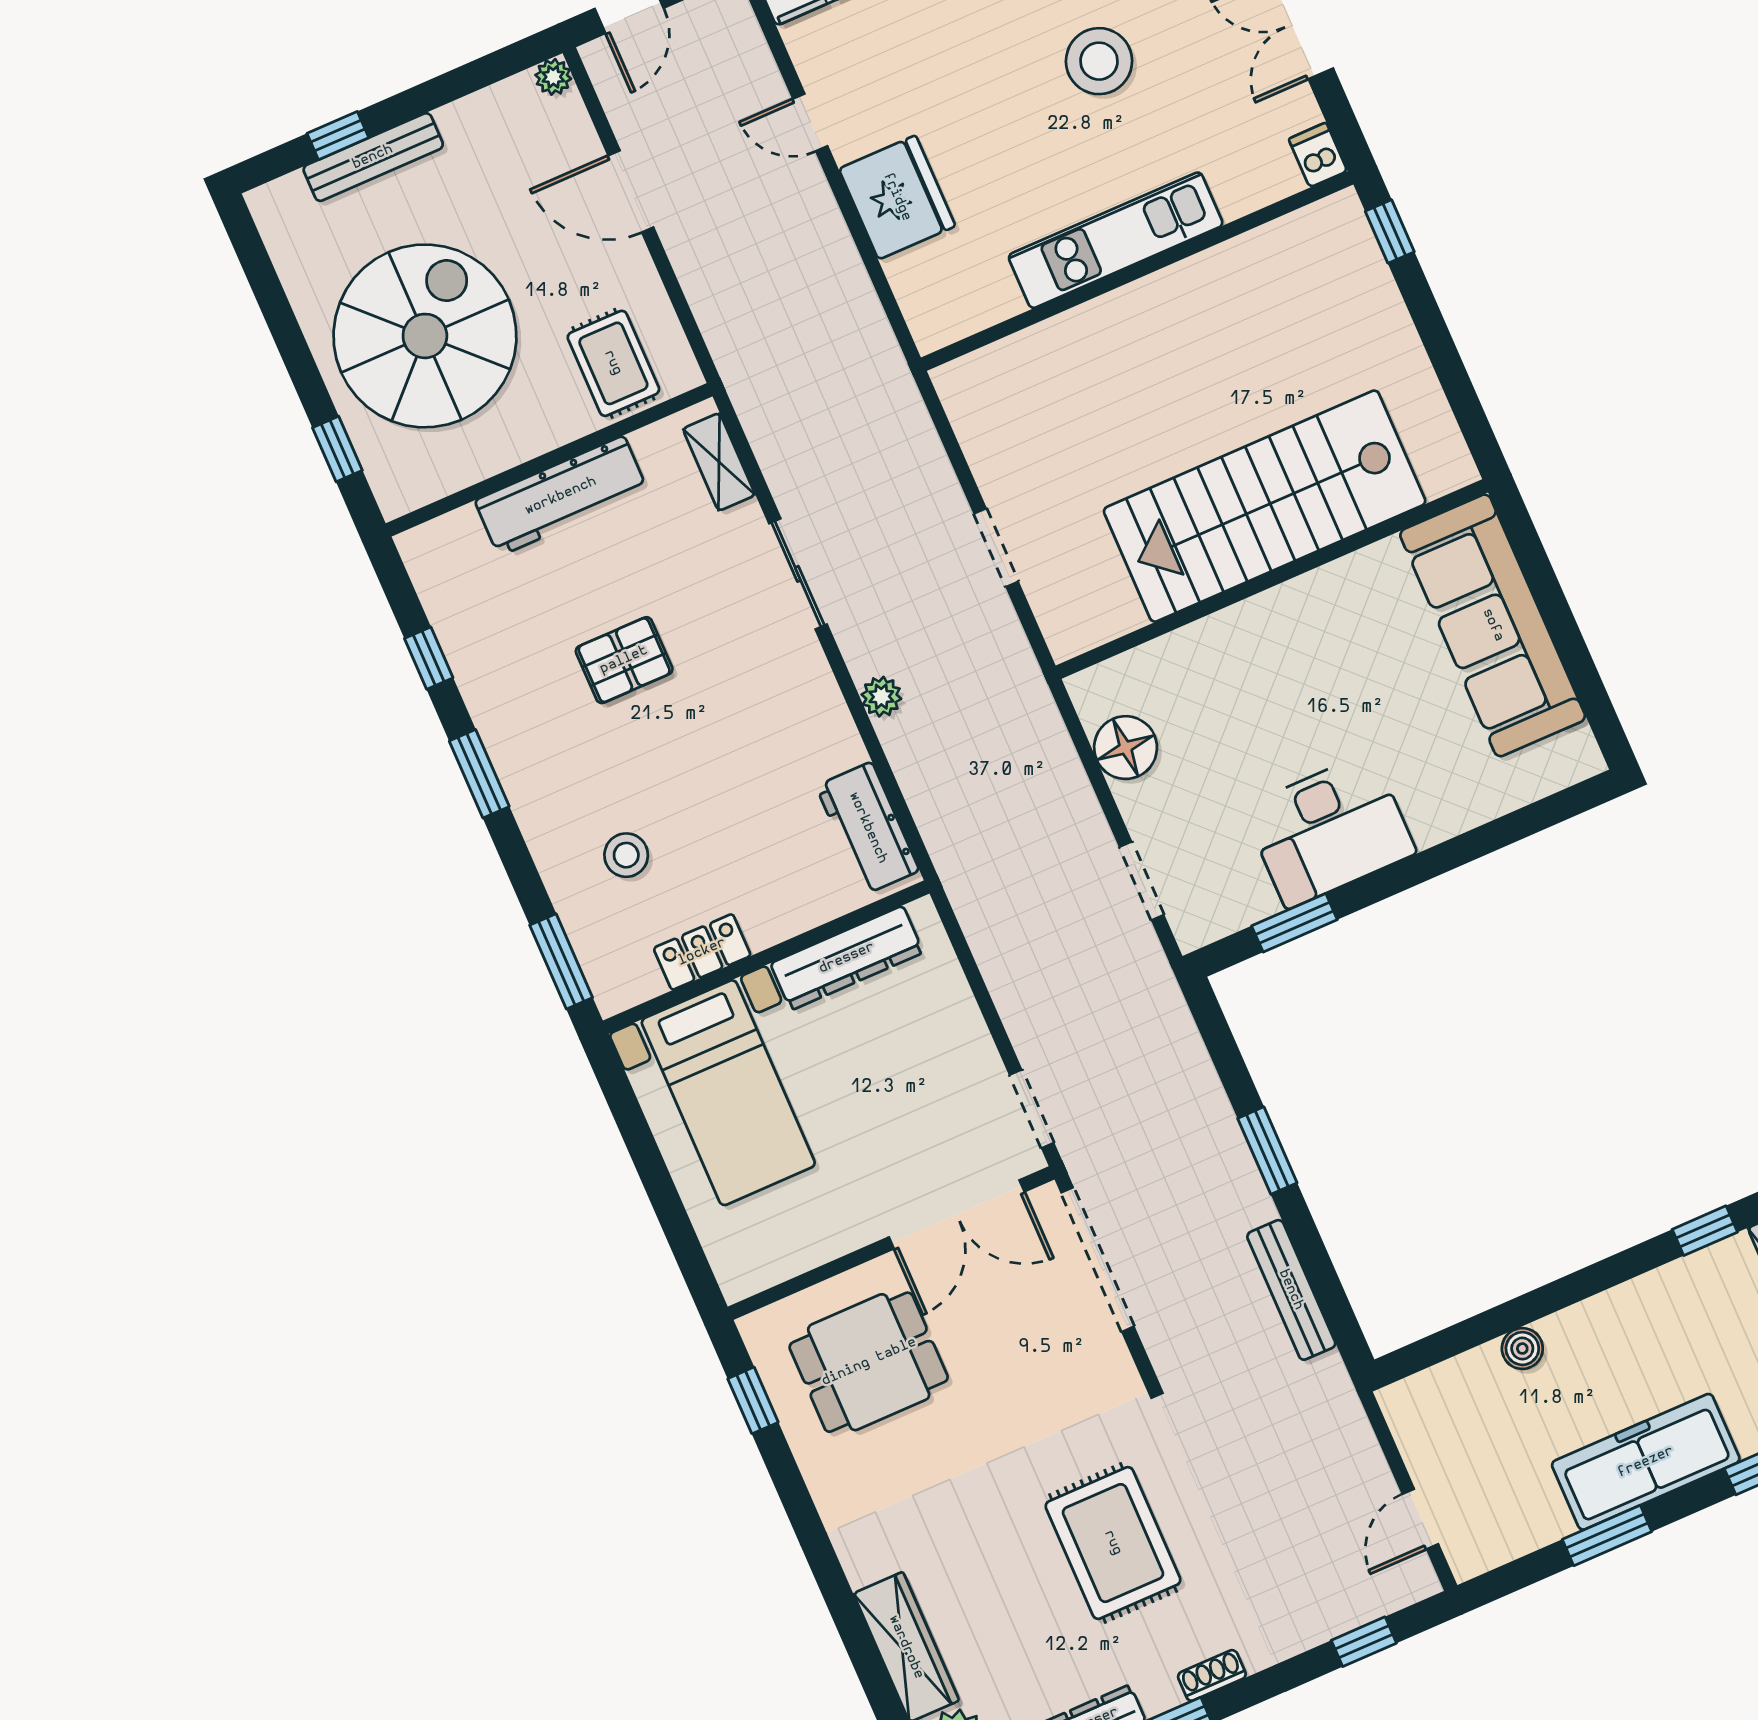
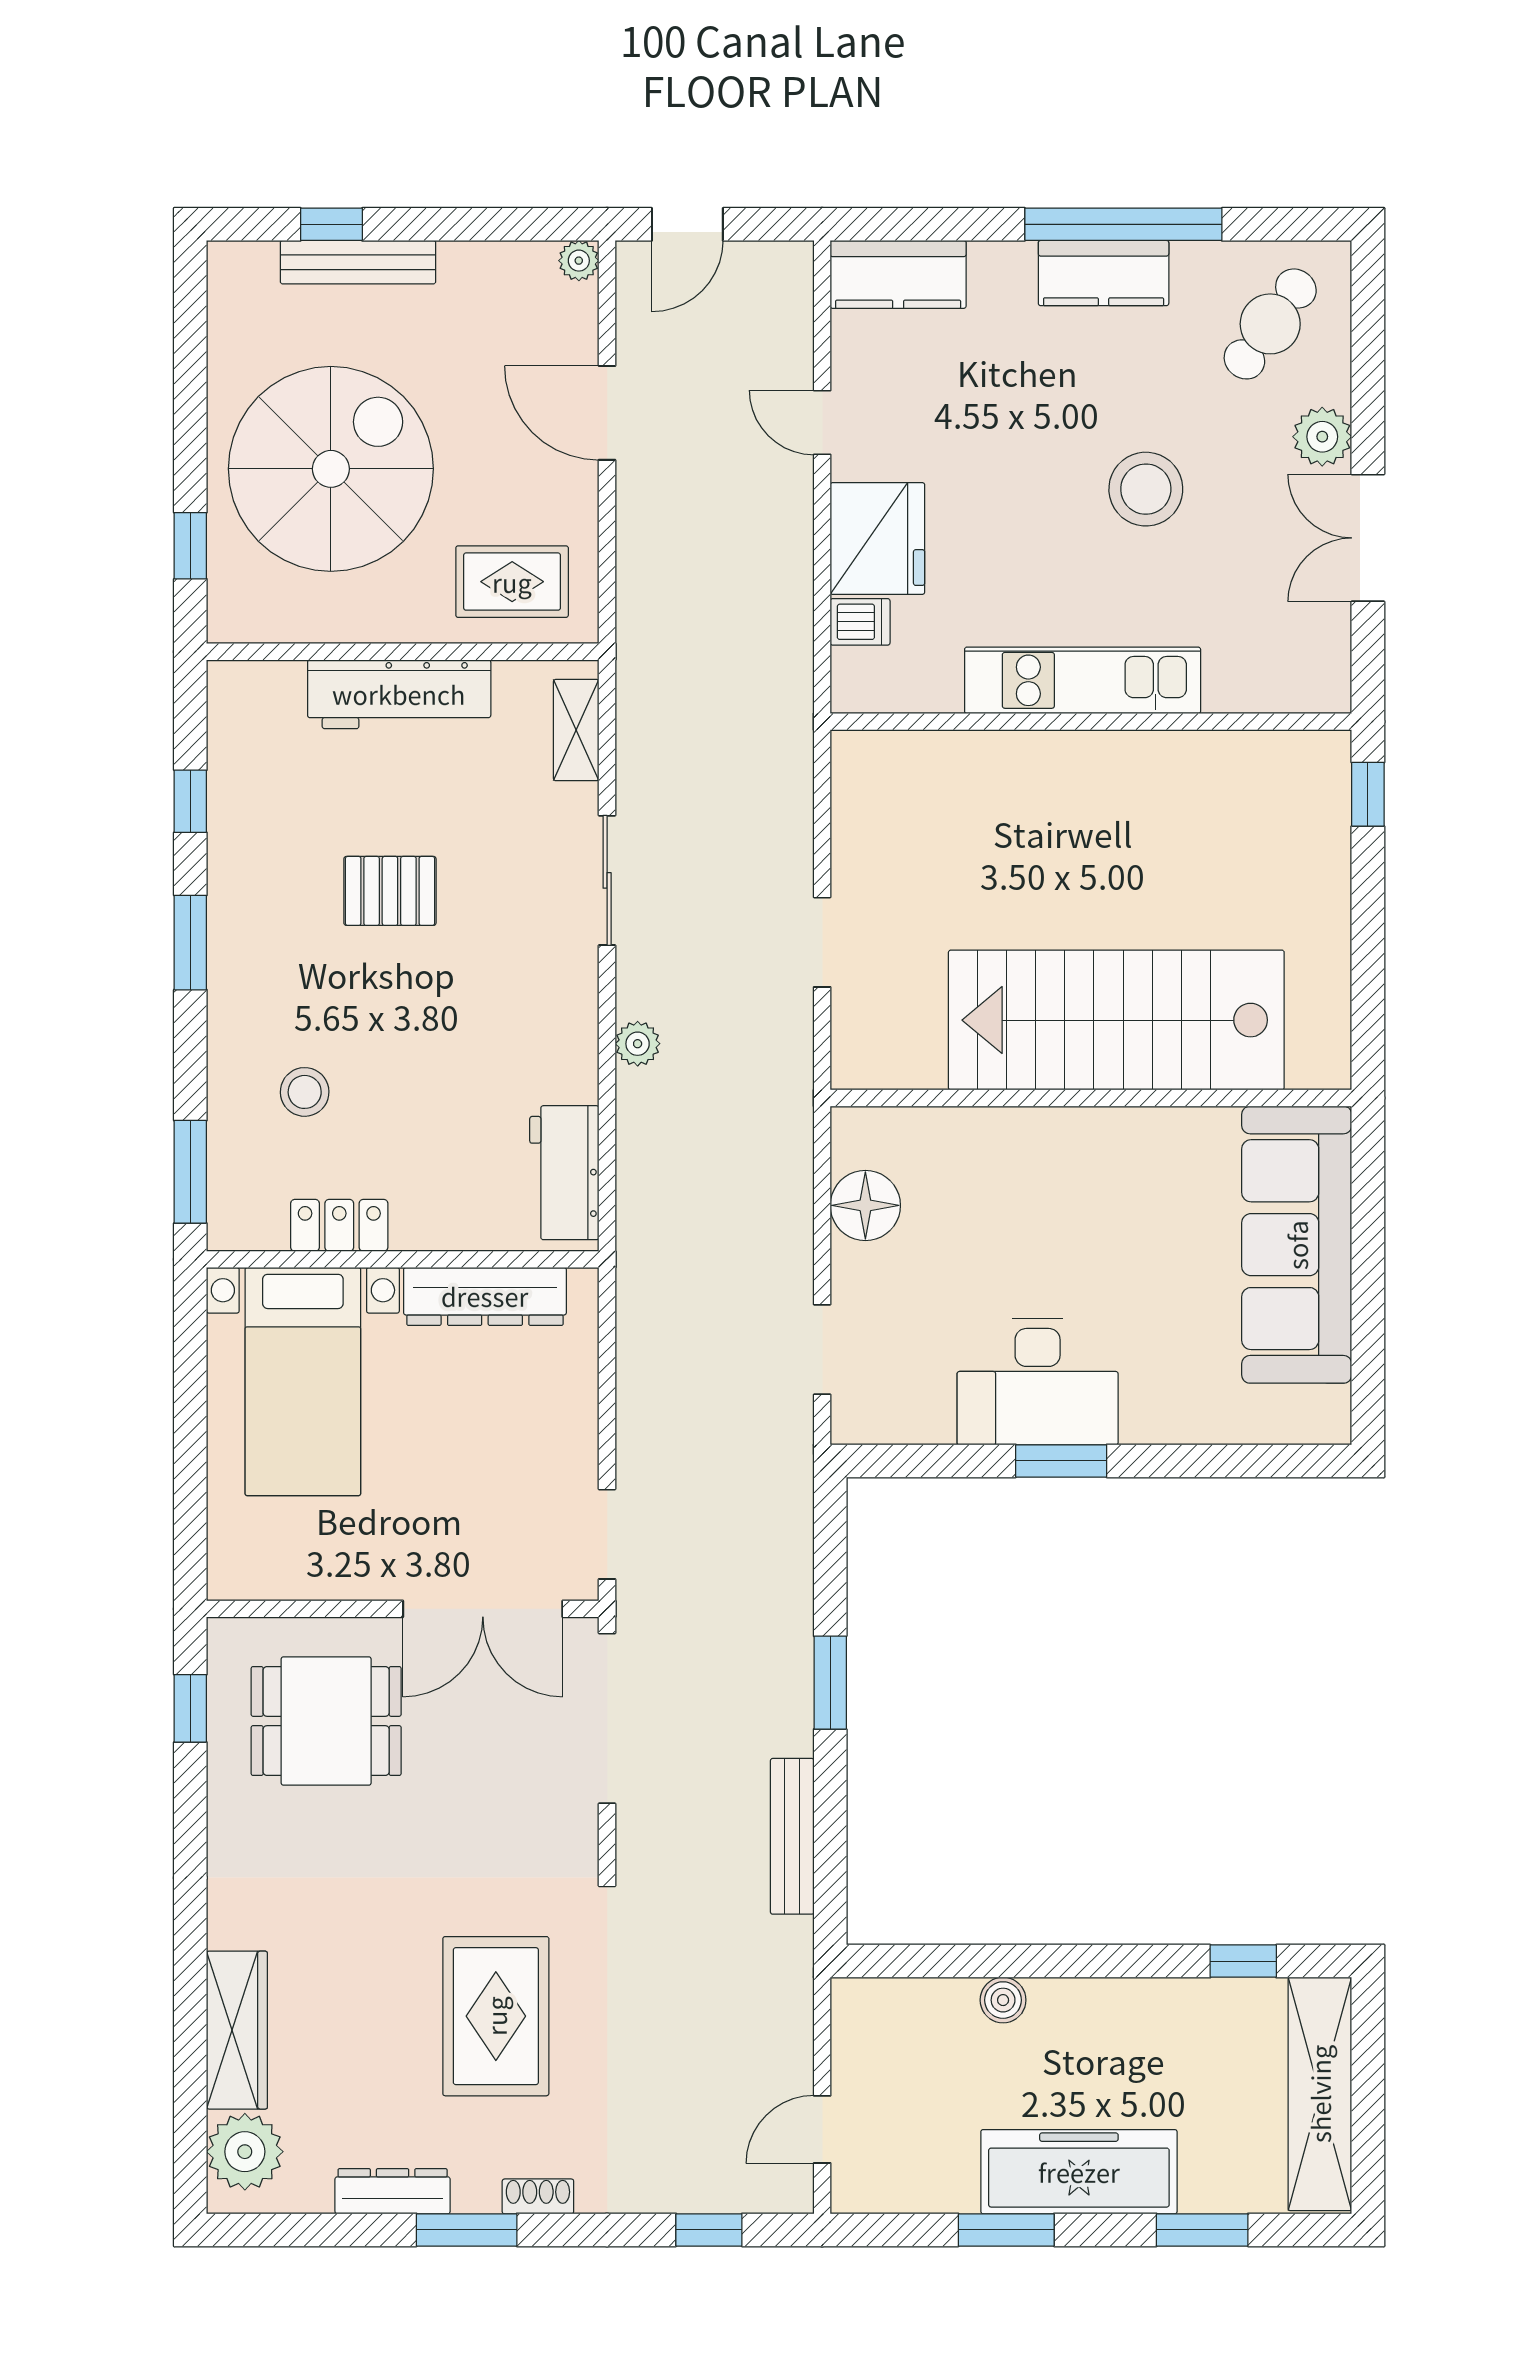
dishwasher: (1318, 155) -> (860, 622), moved, turned 90
rug: (613, 363) -> (512, 582), turned 90
window: (1294, 923) -> (1061, 1461), moved

